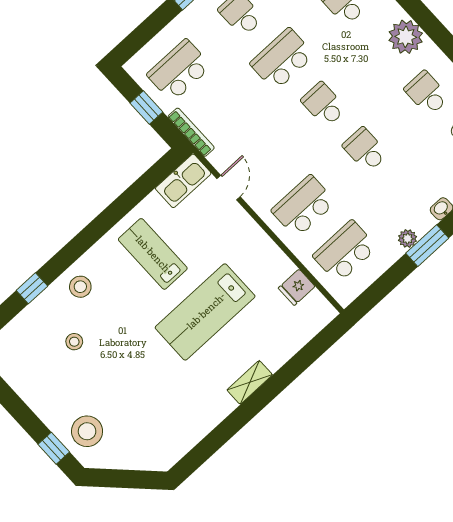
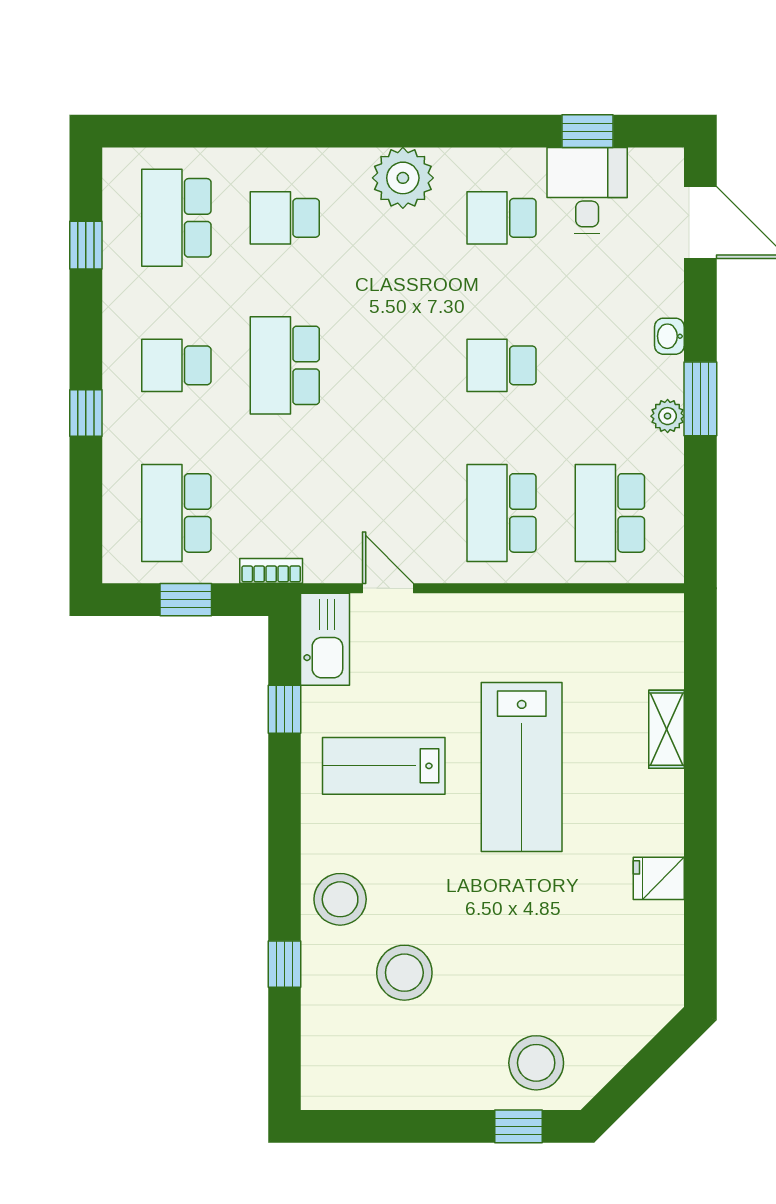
school desk: (324, 104) -> (393, 365), removed
bookcase: (191, 132) -> (271, 571), width x0.64
window: (138, 191) -> (285, 709), added
stool: (80, 287) -> (340, 899), width x1.38, depth x1.38
fridge: (297, 287) -> (659, 878), moved, turned 90
stool: (74, 342) -> (404, 973), width x1.89, depth x1.89
shelving: (250, 382) -> (666, 729), moved

